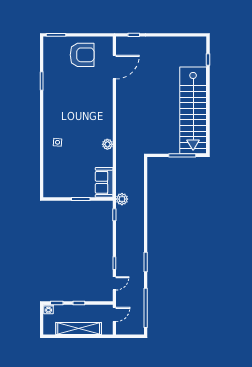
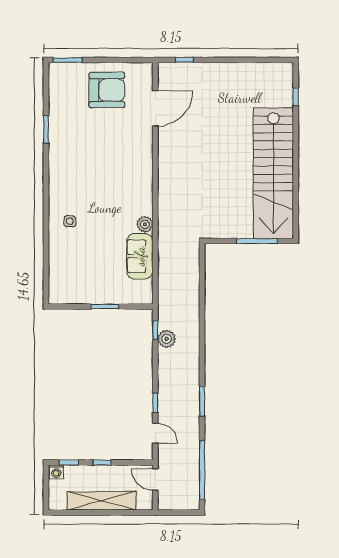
sofa: (104, 182) -> (140, 256), moved
plant: (122, 199) -> (167, 339), moved
door: (114, 283) -> (155, 433), hinge flipped
door: (114, 314) -> (155, 480), swing flipped

